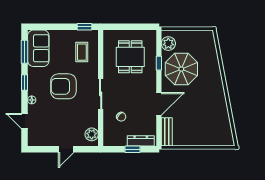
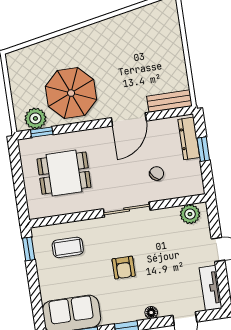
window: (159, 63) -> (42, 132), moved
armchair: (63, 86) -> (124, 268), width x0.53, depth x0.53
door: (159, 104) -> (129, 119), swing flipped
tv unit: (42, 141) -> (211, 288), added

